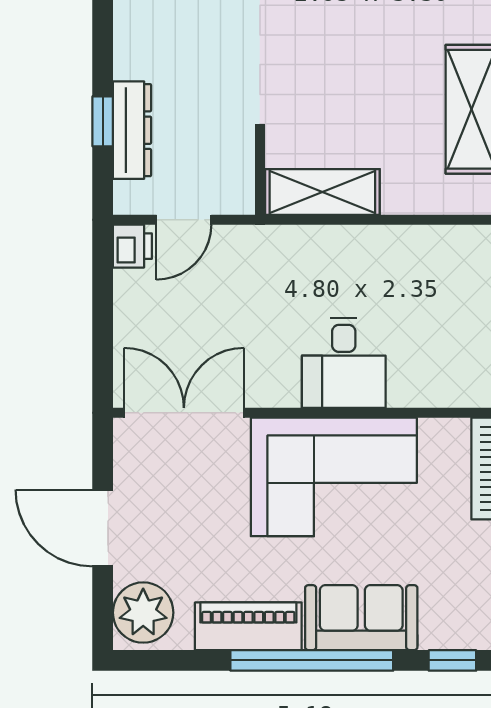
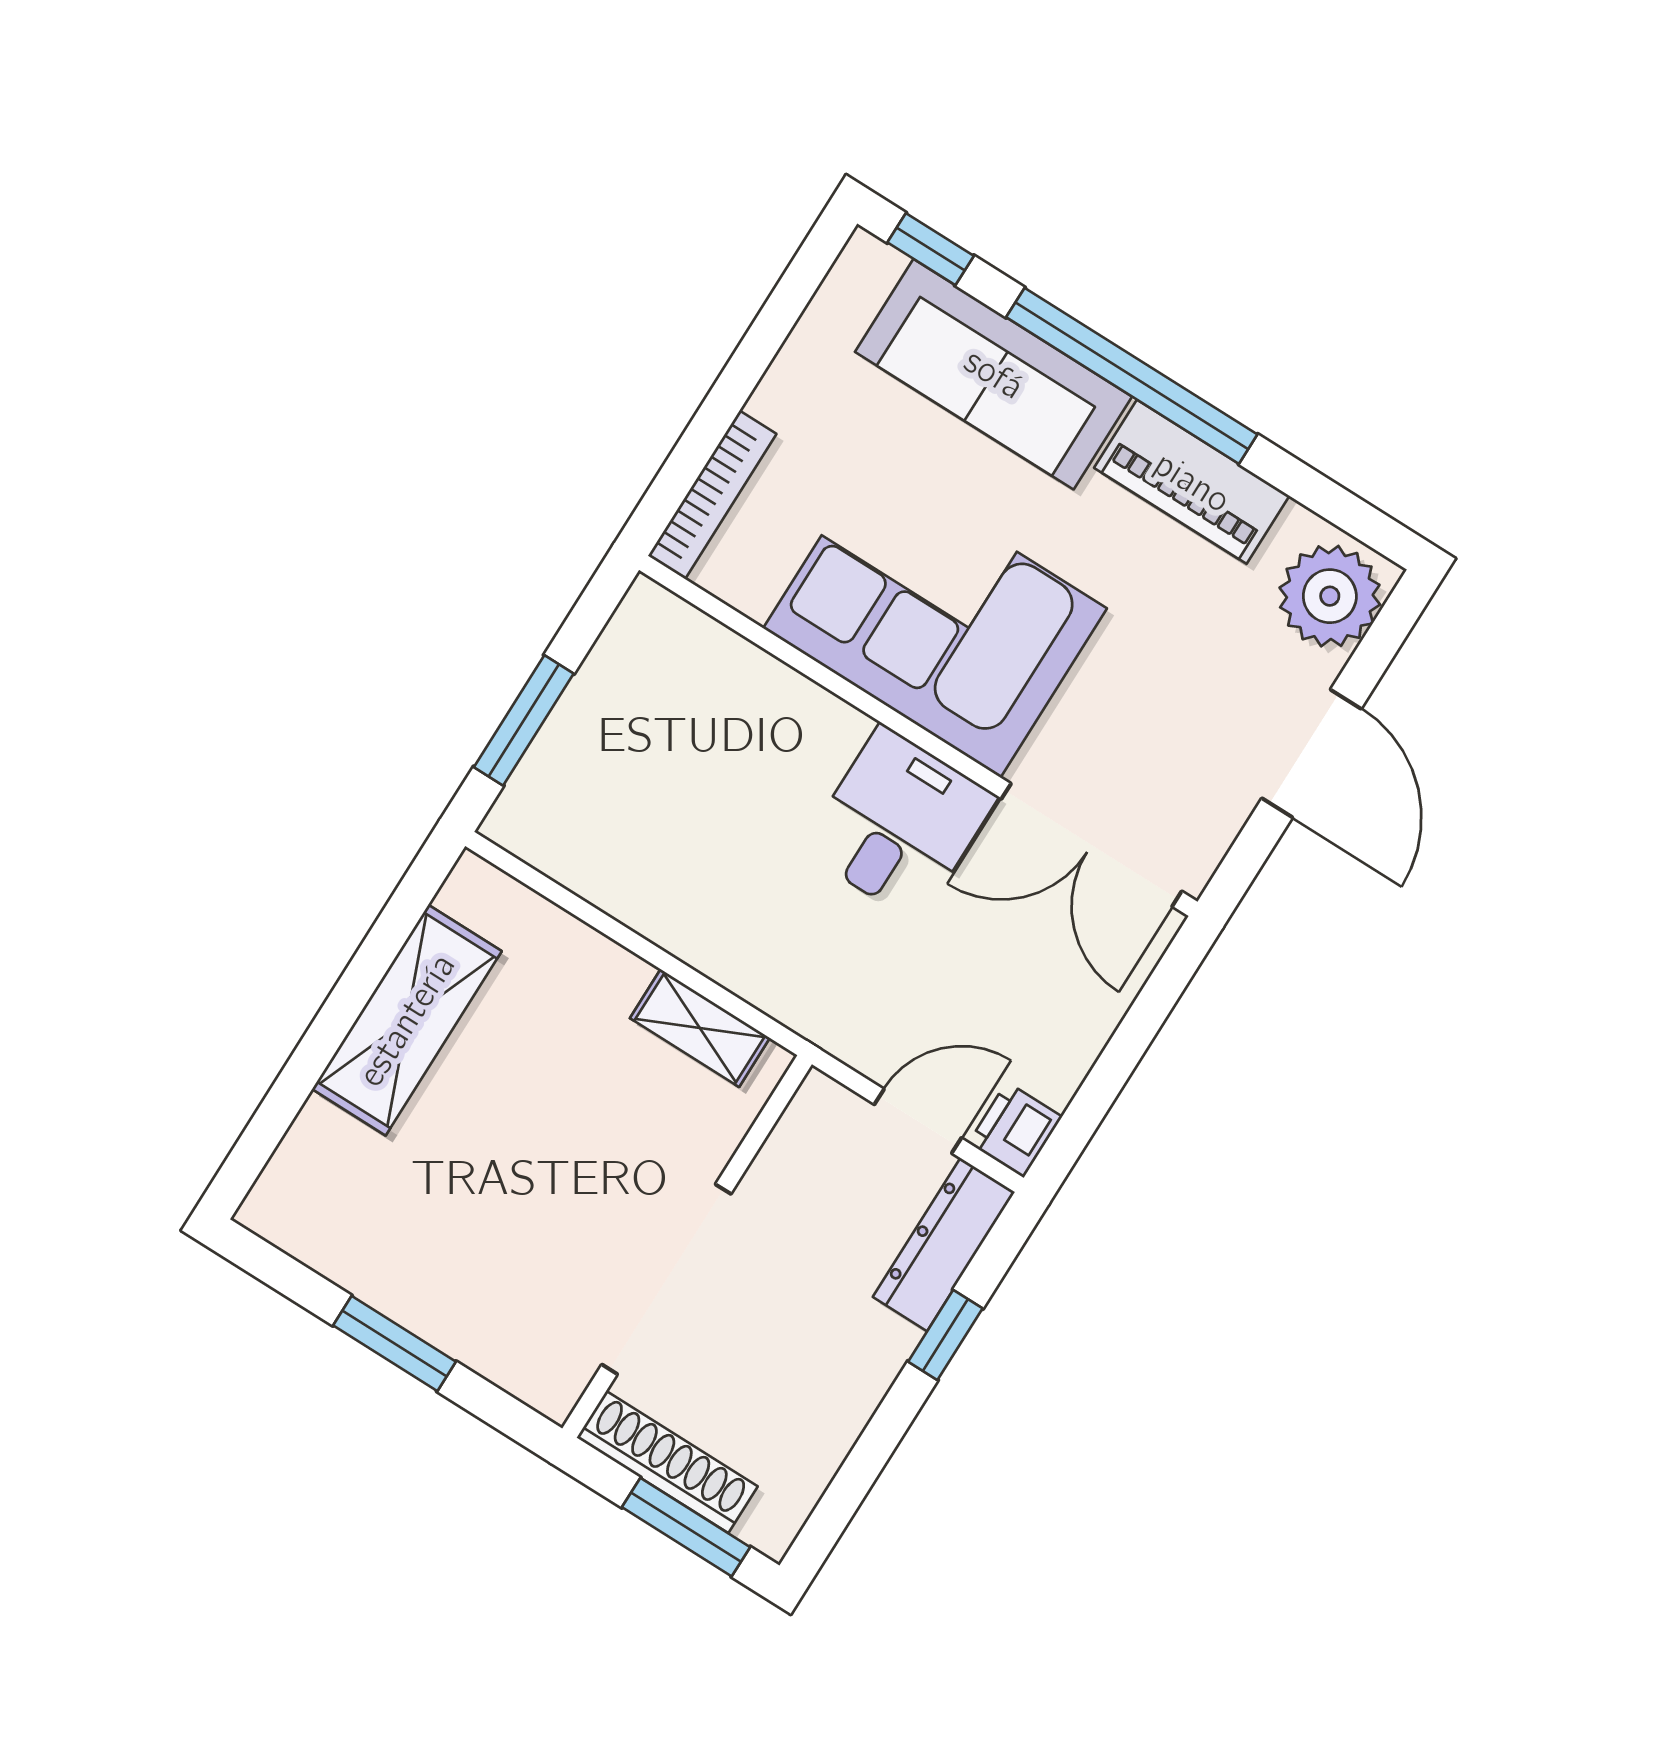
dresser: (132, 130) -> (944, 1245), moved
shelving: (322, 192) -> (700, 1028), width x0.67, depth x0.75
desk: (344, 363) -> (899, 824), moved
sofa: (361, 618) -> (994, 374), width x1.36

